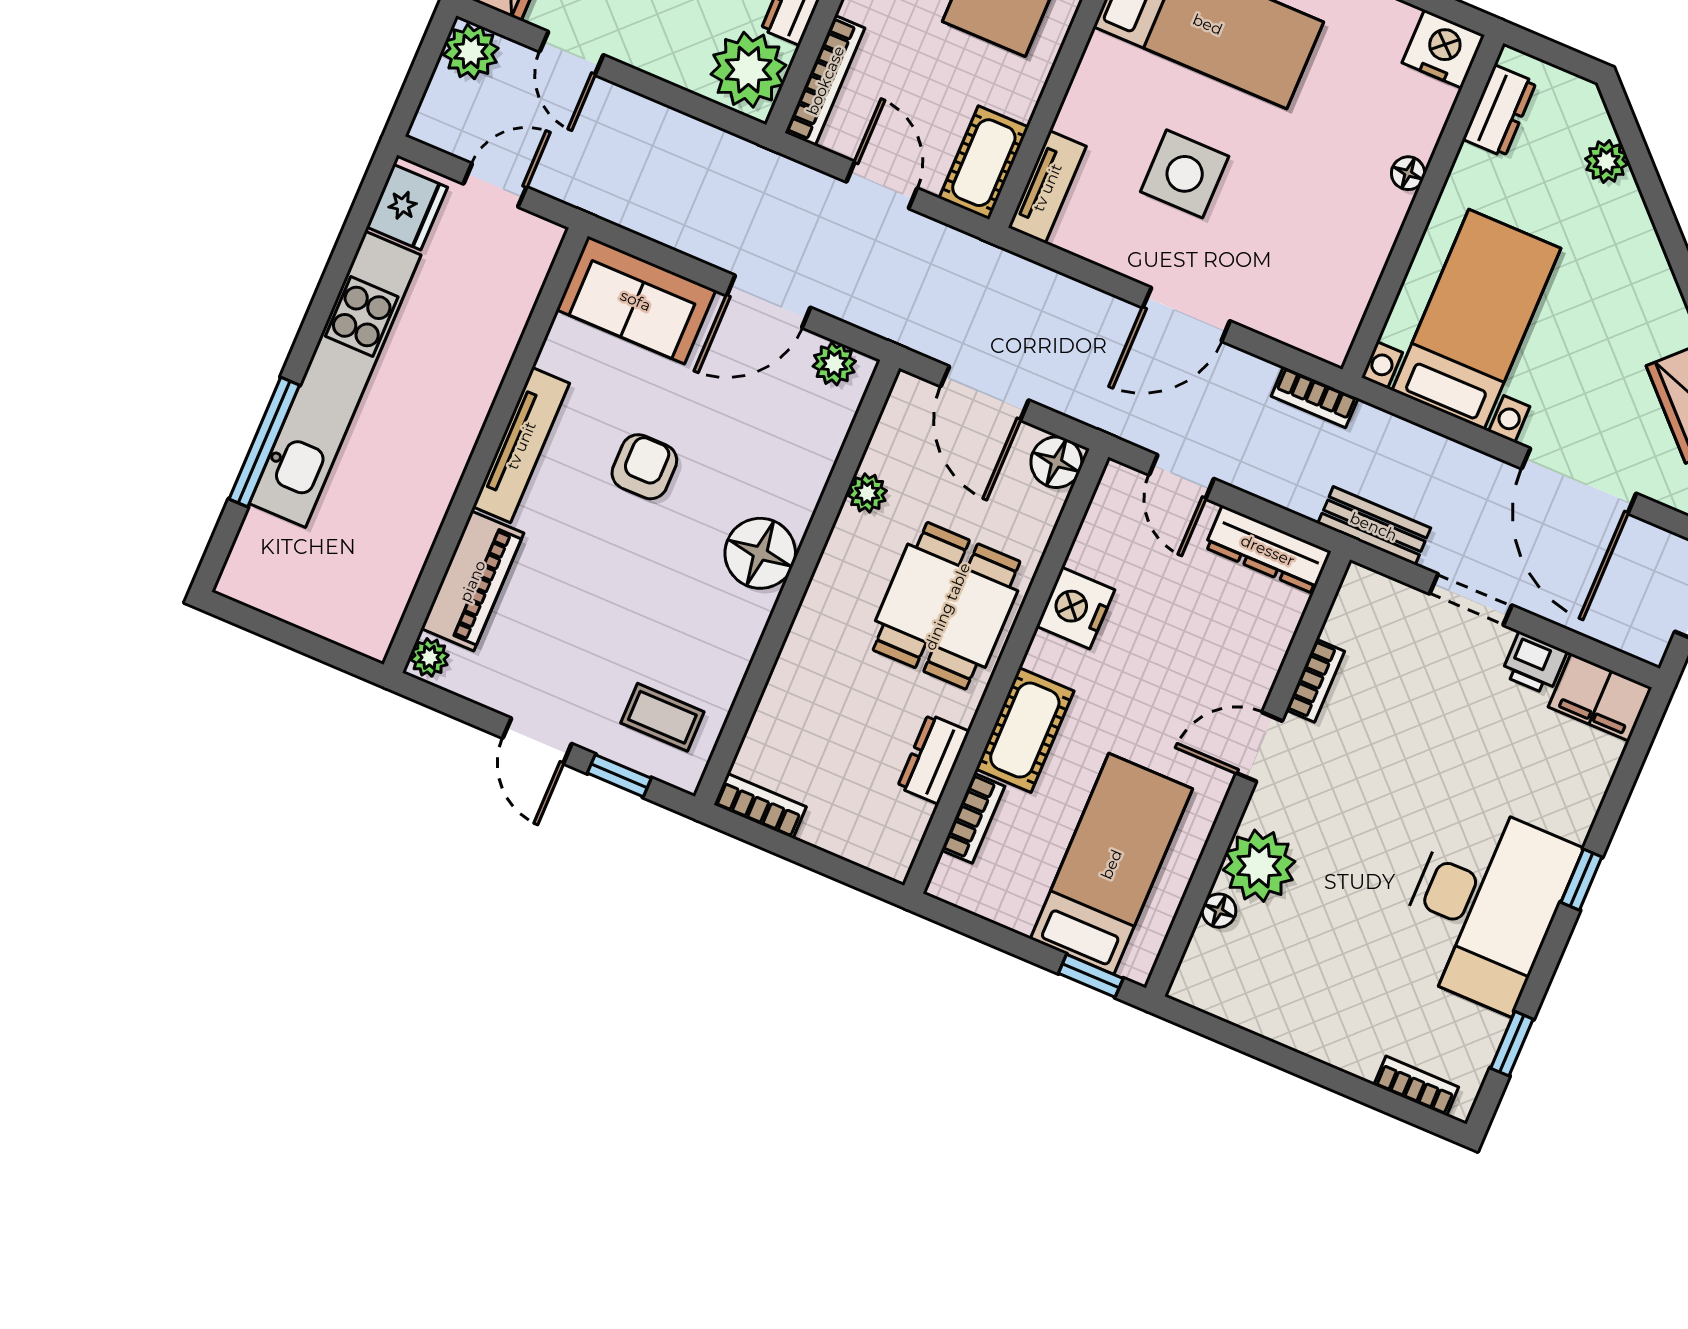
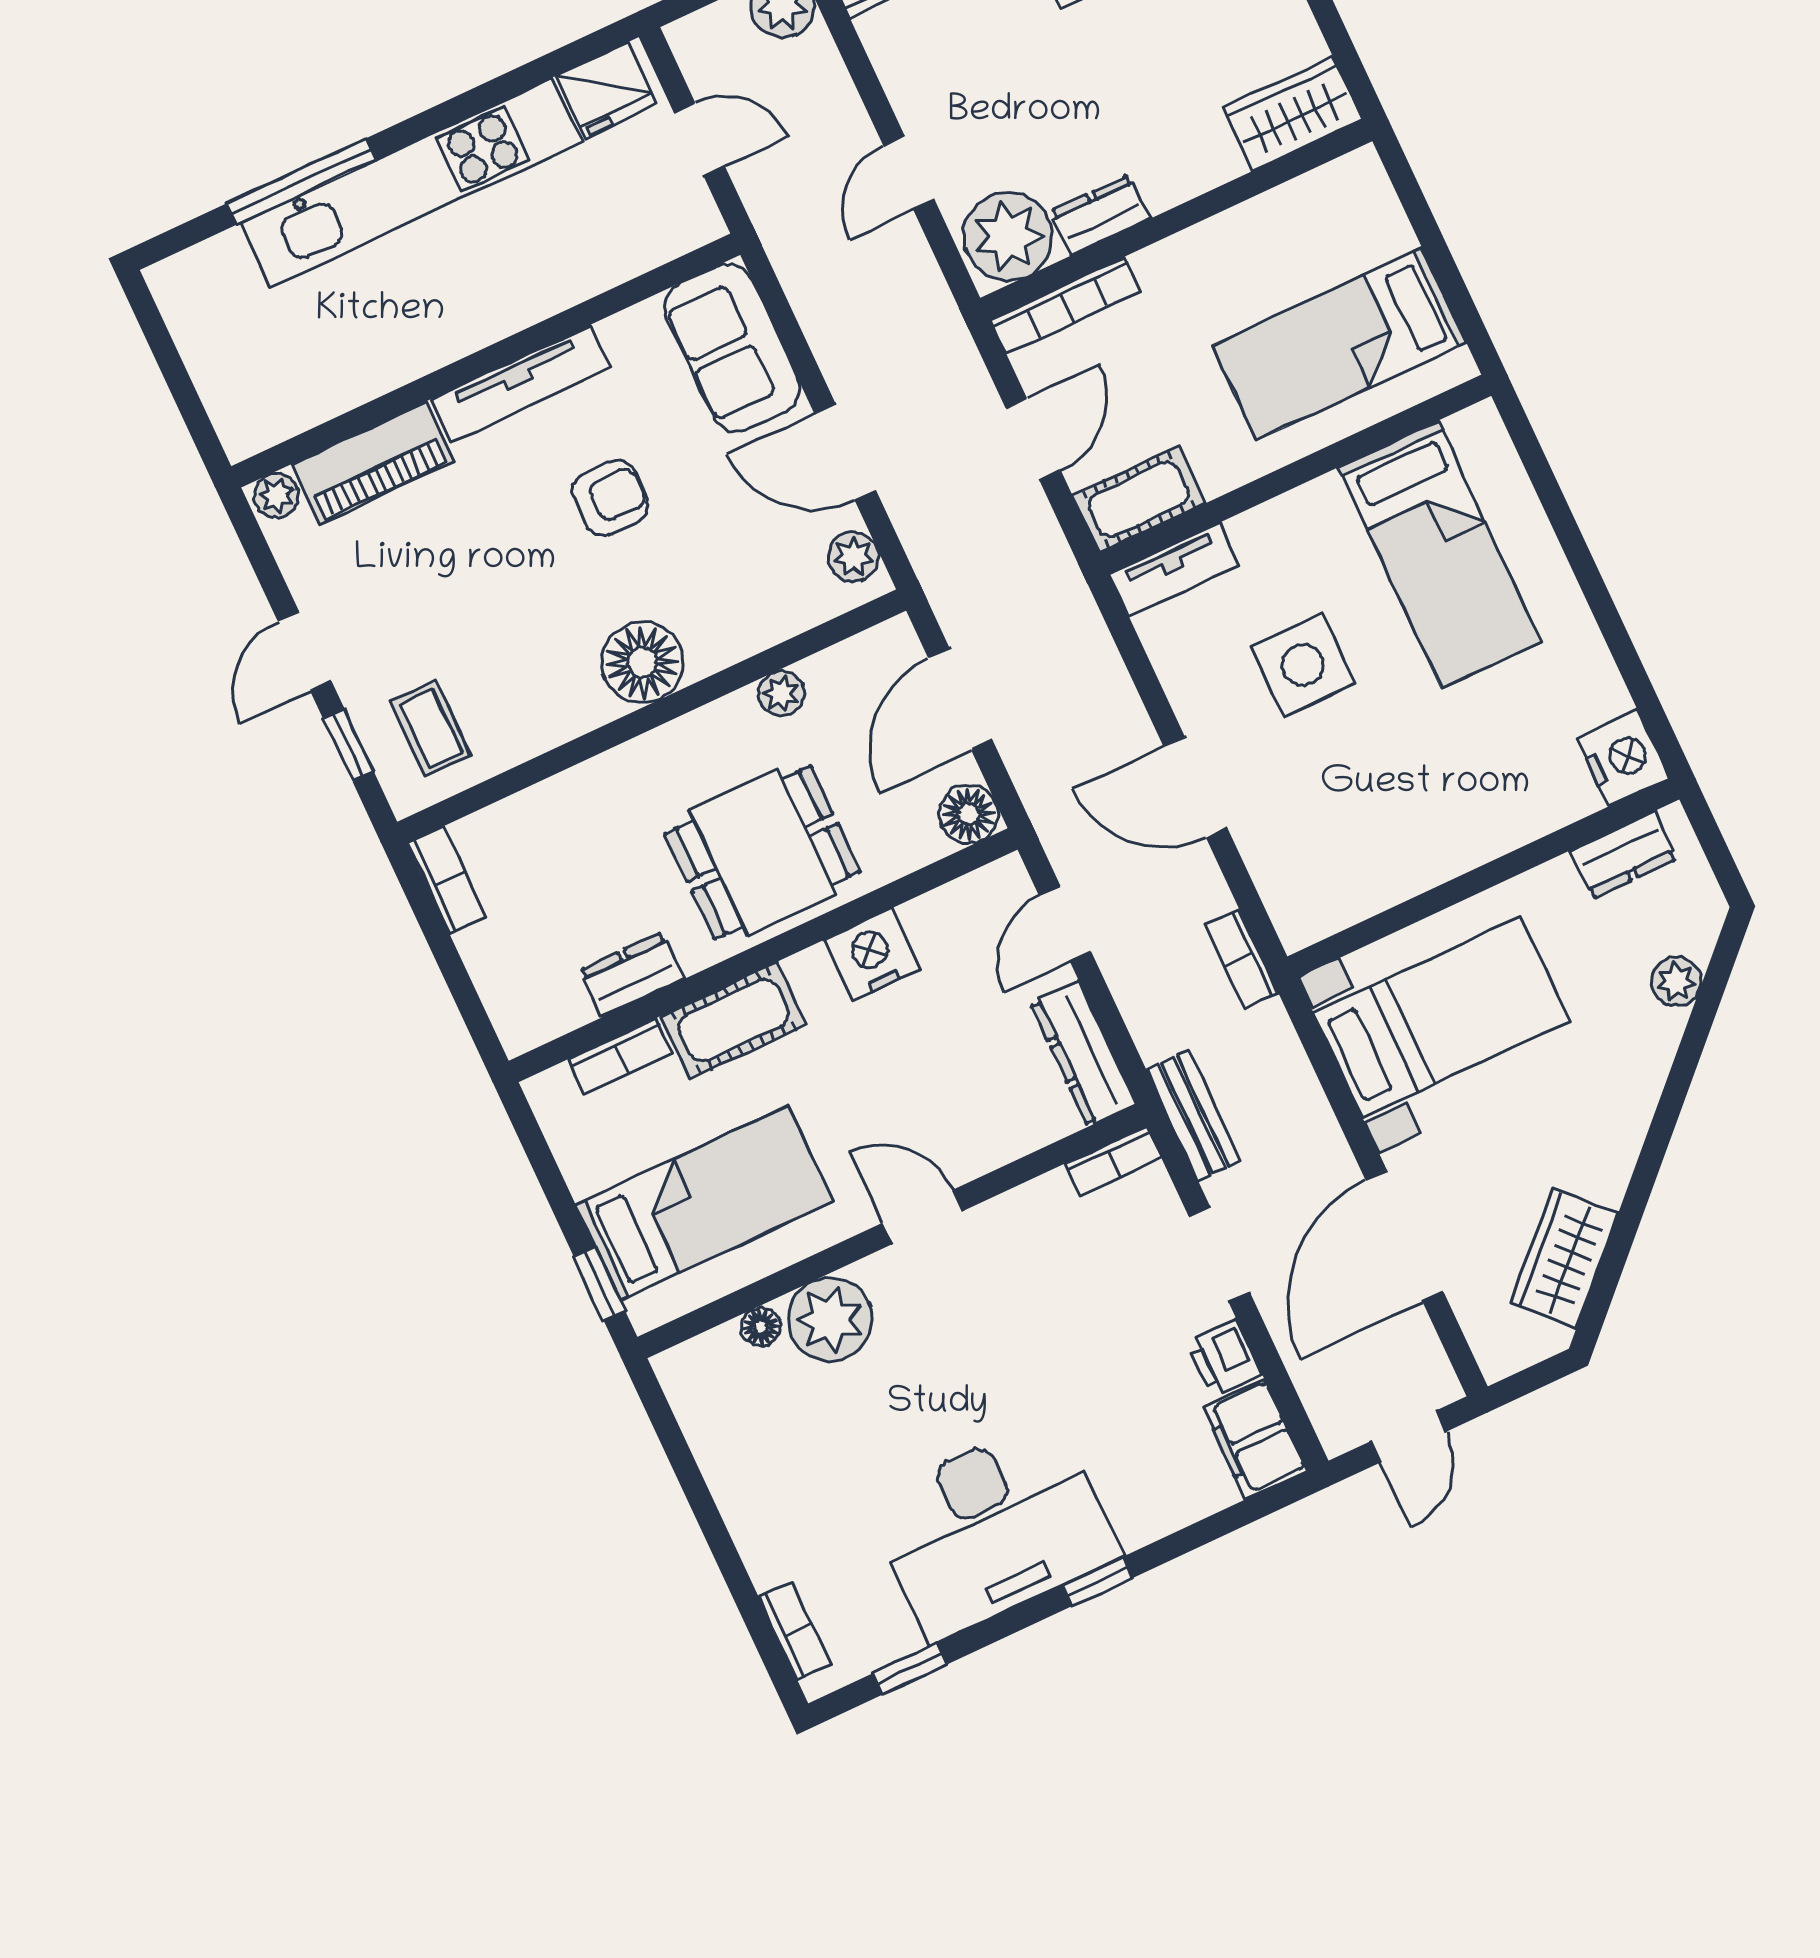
door: (571, 53) -> (909, 173), moved
floor lamp: (1408, 173) -> (1496, 838), removed
bookcase: (1315, 681) -> (1113, 1161), moved

